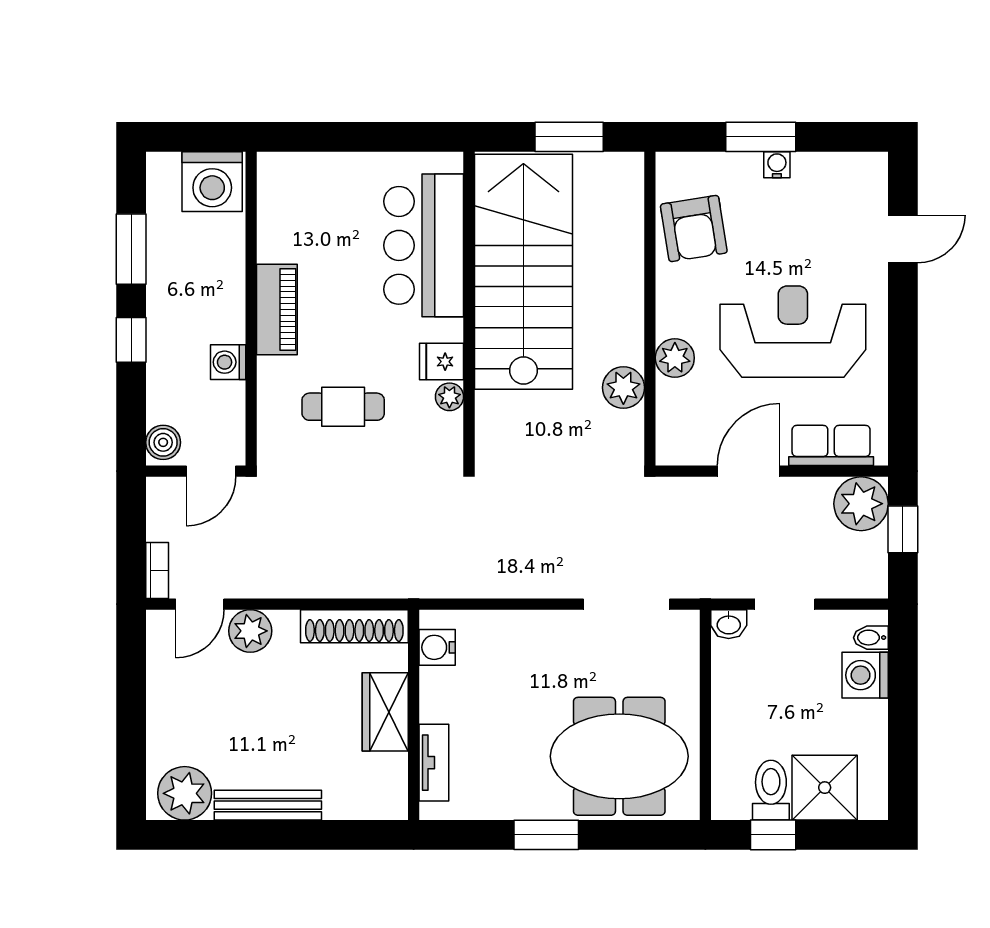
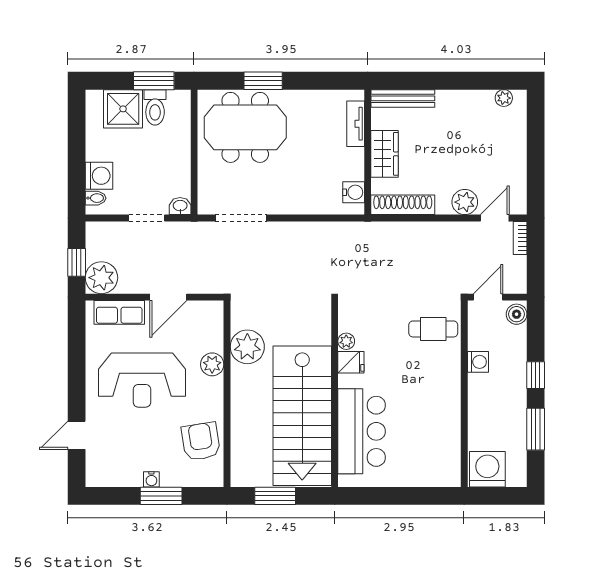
piano: (277, 309) -> (449, 393), removed
plant: (623, 388) -> (247, 347), width x1.36, depth x1.36
cafe table: (343, 407) -> (433, 329), moved
plant: (185, 793) -> (504, 98), width x0.53, depth x0.53
bench: (268, 805) -> (403, 98), moved
window: (546, 835) -> (263, 81), moved
window: (773, 835) -> (154, 81), width x1.50

